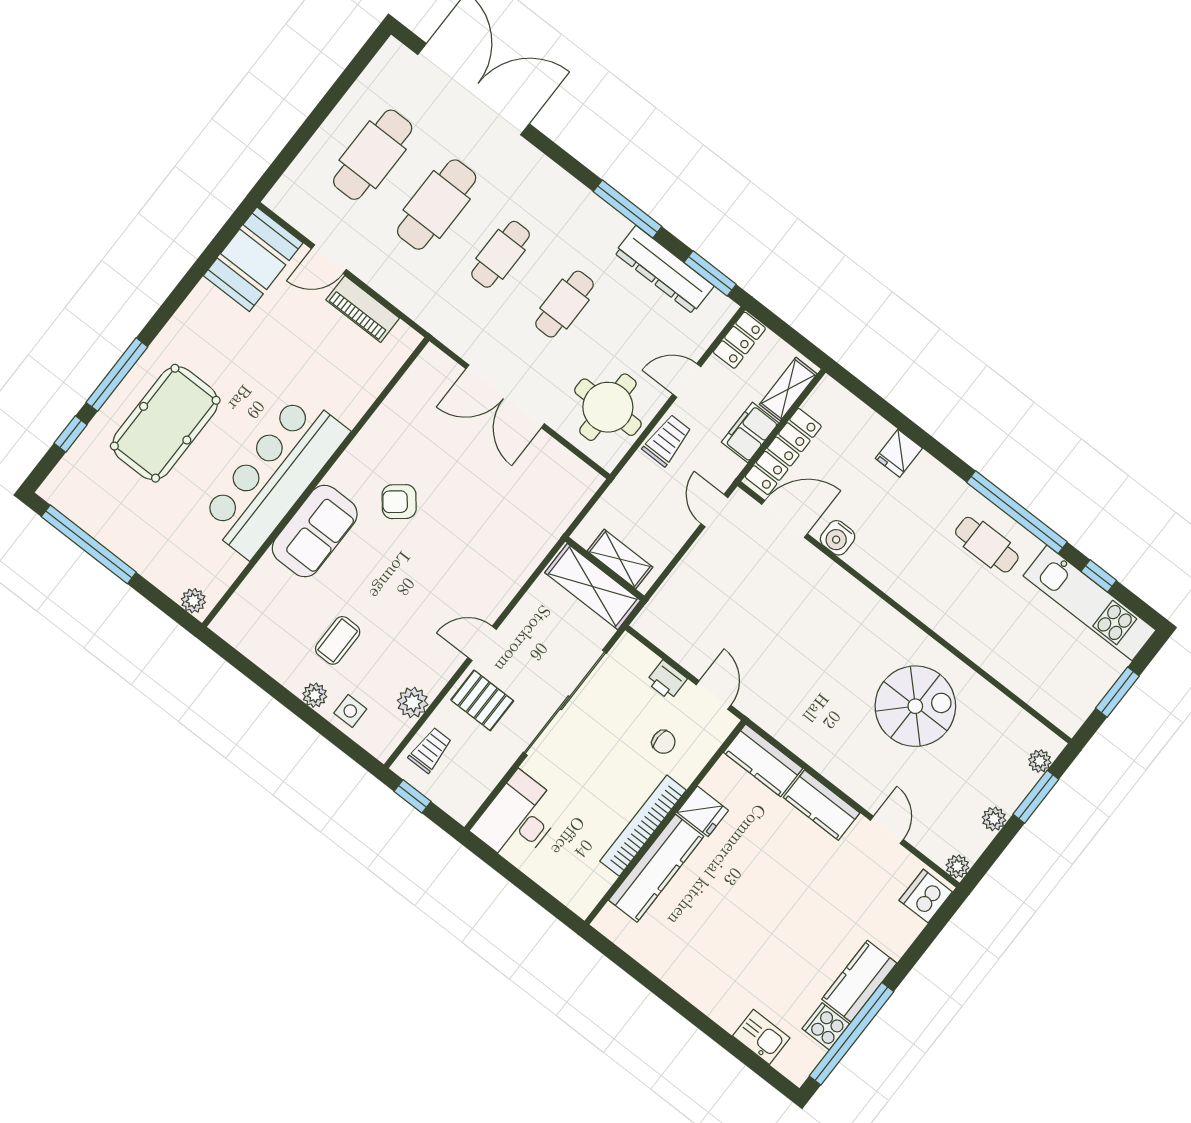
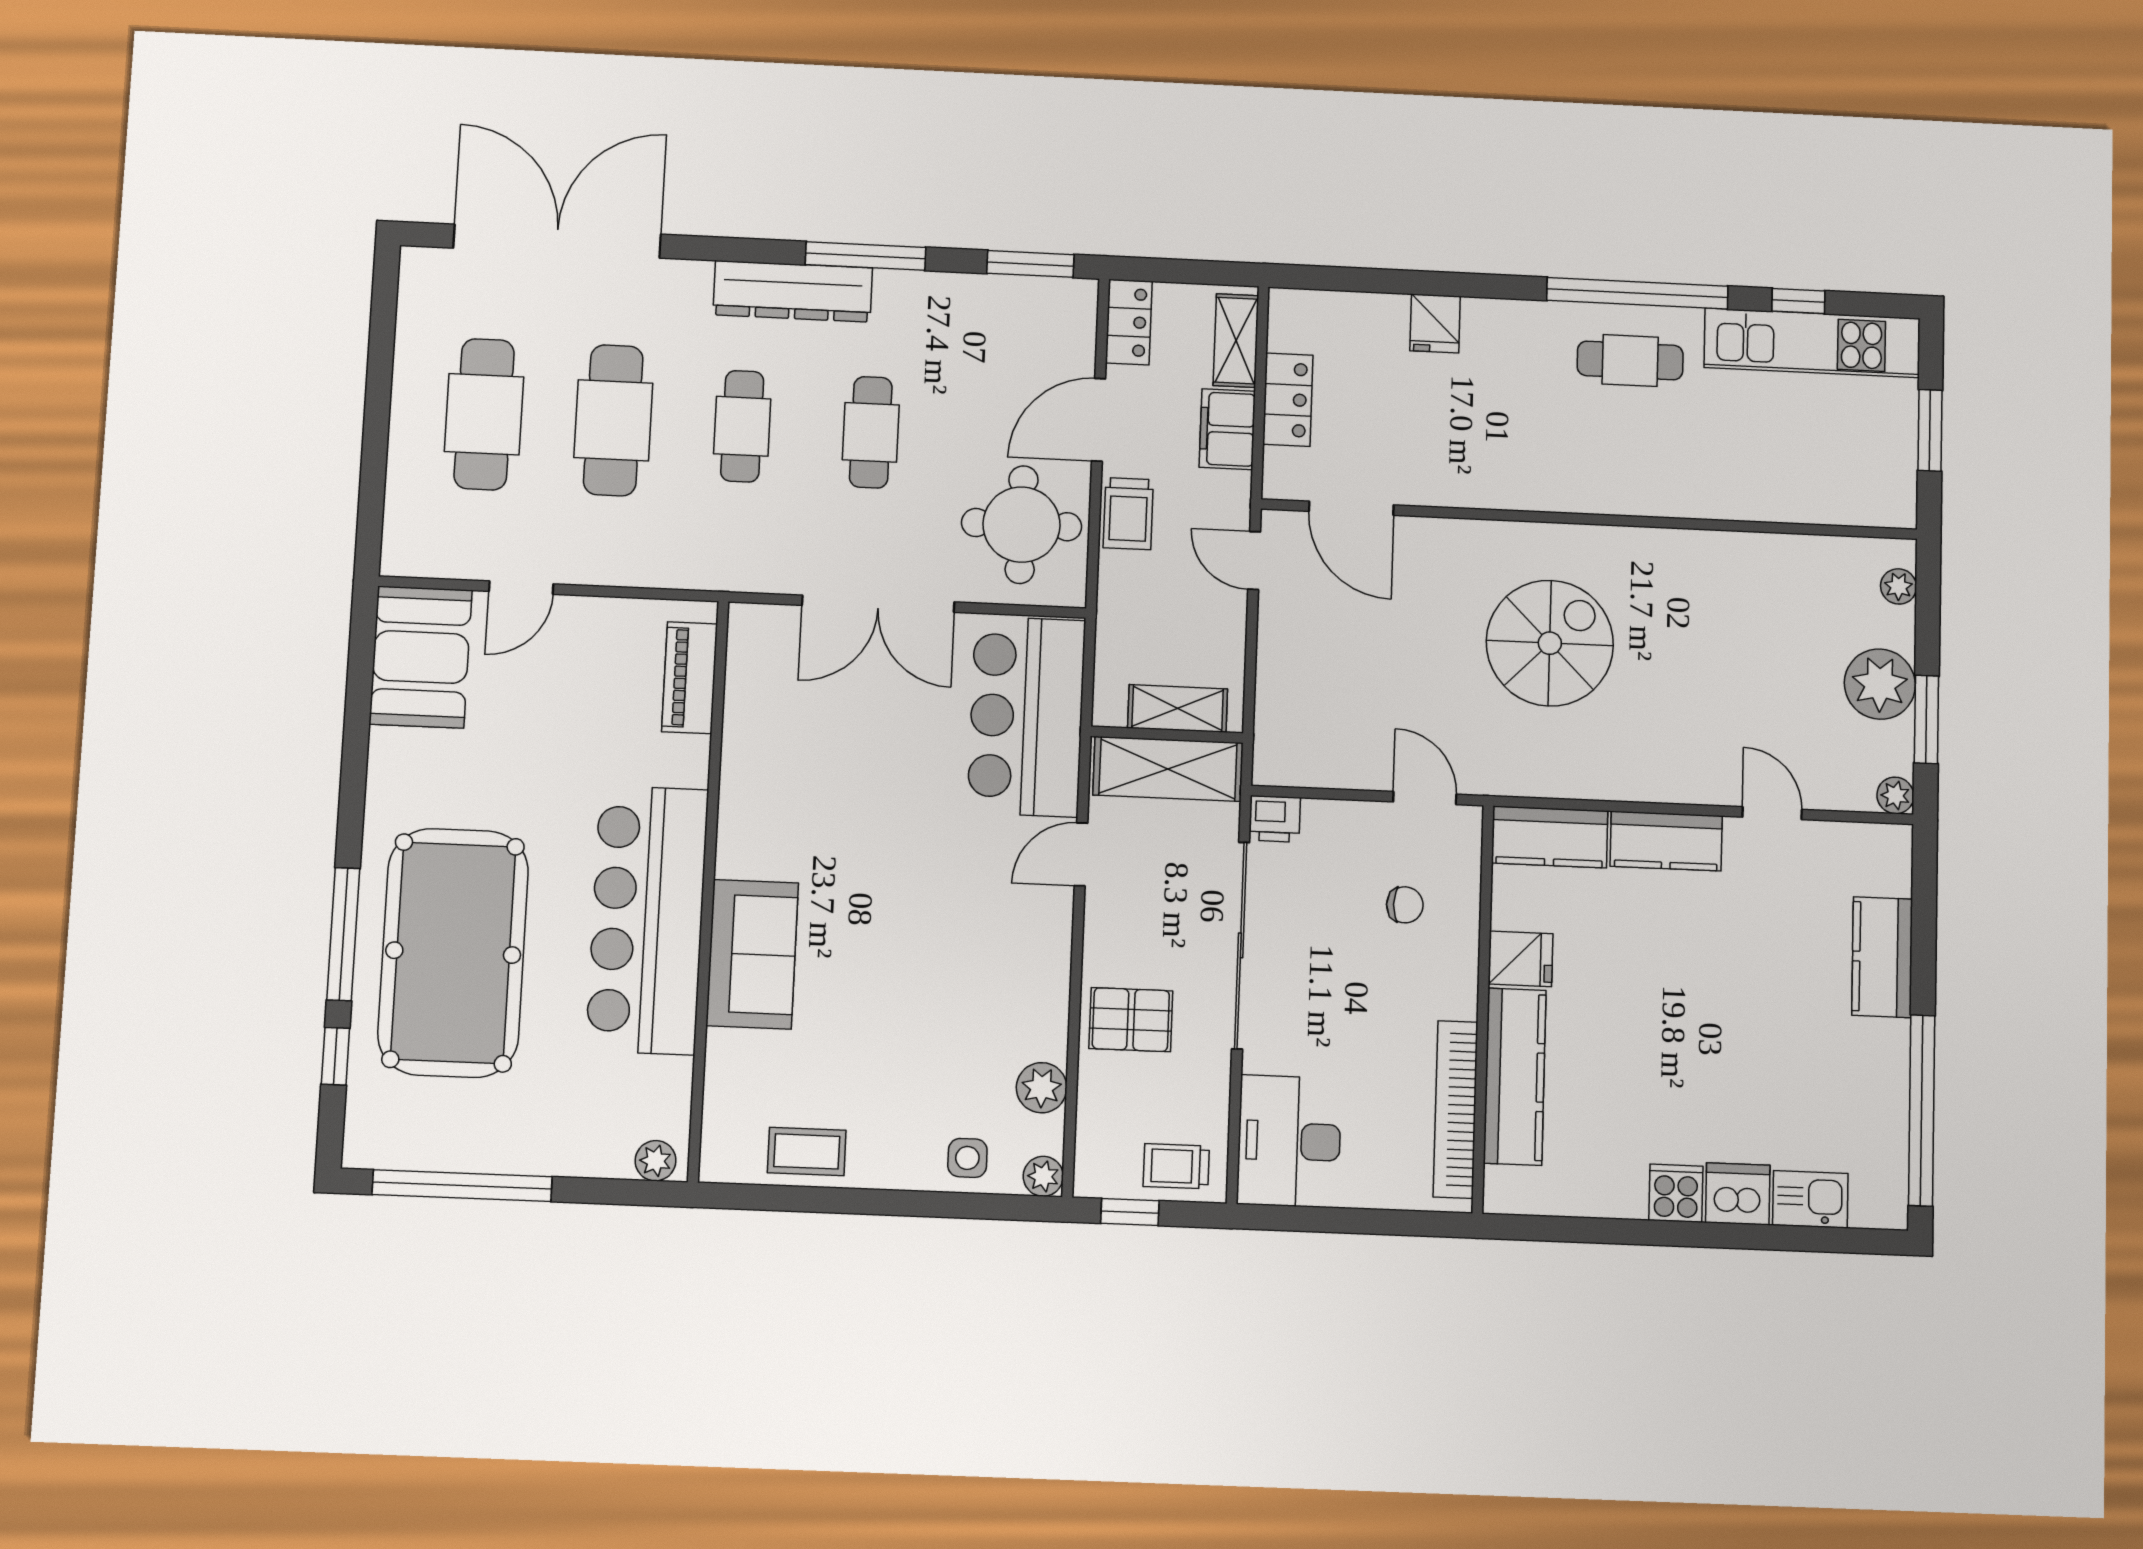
dresser: (664, 270) -> (793, 291), moved
piano: (363, 309) -> (690, 678), moved, turned 90
door: (687, 380) -> (1098, 420), width x1.38
pool table: (165, 423) -> (453, 953), width x1.36, depth x1.32
trolley: (667, 440) -> (1128, 514), turned 180
locker: (783, 452) -> (1288, 400), width x0.66
armchair: (399, 502) -> (837, 837), removed
bar counter: (540, 508) -> (1026, 716), added
door: (785, 519) -> (1351, 508), swing flipped
water cooler: (838, 538) -> (1436, 484), removed
coffee table: (338, 640) -> (807, 1151), moved, turned 90
door: (482, 643) -> (1081, 854), moved
printer: (666, 680) -> (1275, 819), moved
plant: (315, 695) -> (1043, 1176), moved
spiral stairs: (915, 706) -> (1550, 643), moved
trolley: (430, 750) -> (1176, 1166), moved, turned -90
window: (1036, 797) -> (1926, 719), moved
plant: (994, 819) -> (1880, 684), width x1.88, depth x1.88
bookcase: (643, 826) -> (1455, 1109), moved
dishwasher: (926, 896) -> (1738, 1194), moved, turned 90
kitchen counter: (859, 981) -> (1882, 957), moved
cooker: (826, 1026) -> (1676, 1193), moved, turned 90

